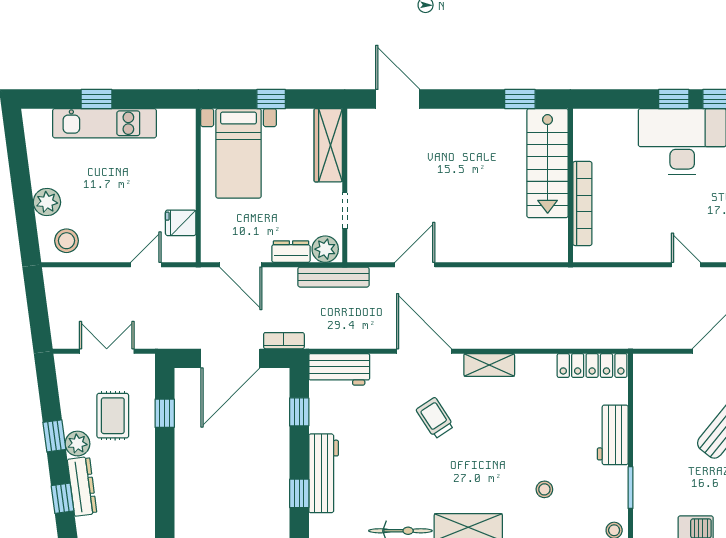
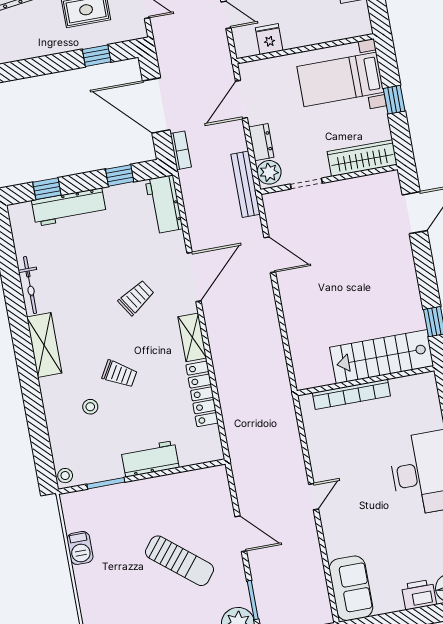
locker: (592, 365) -> (202, 394), moved
trolley: (515, 451) -> (120, 374), added

